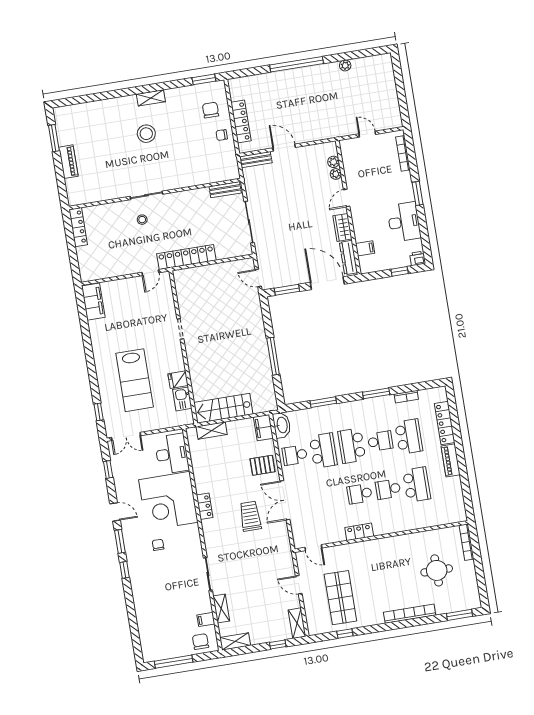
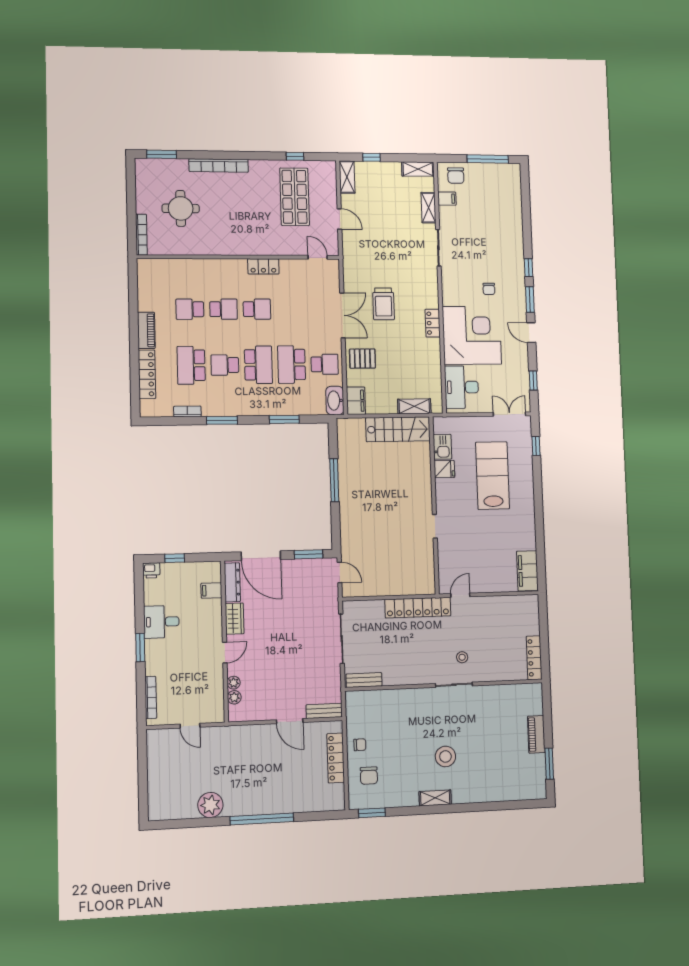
plant: (345, 65) -> (210, 805), width x1.87, depth x1.87
desk: (404, 222) -> (161, 622), width x0.73
school desk: (417, 484) -> (190, 309), width x0.54

